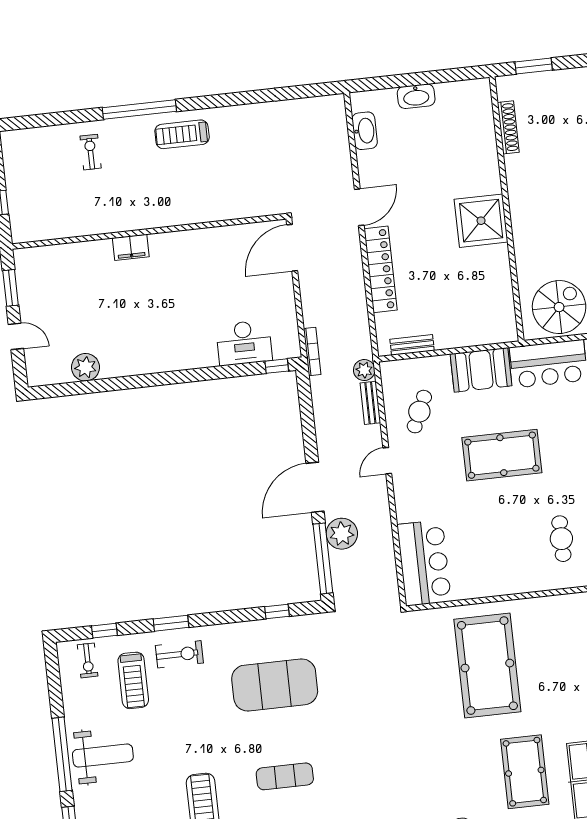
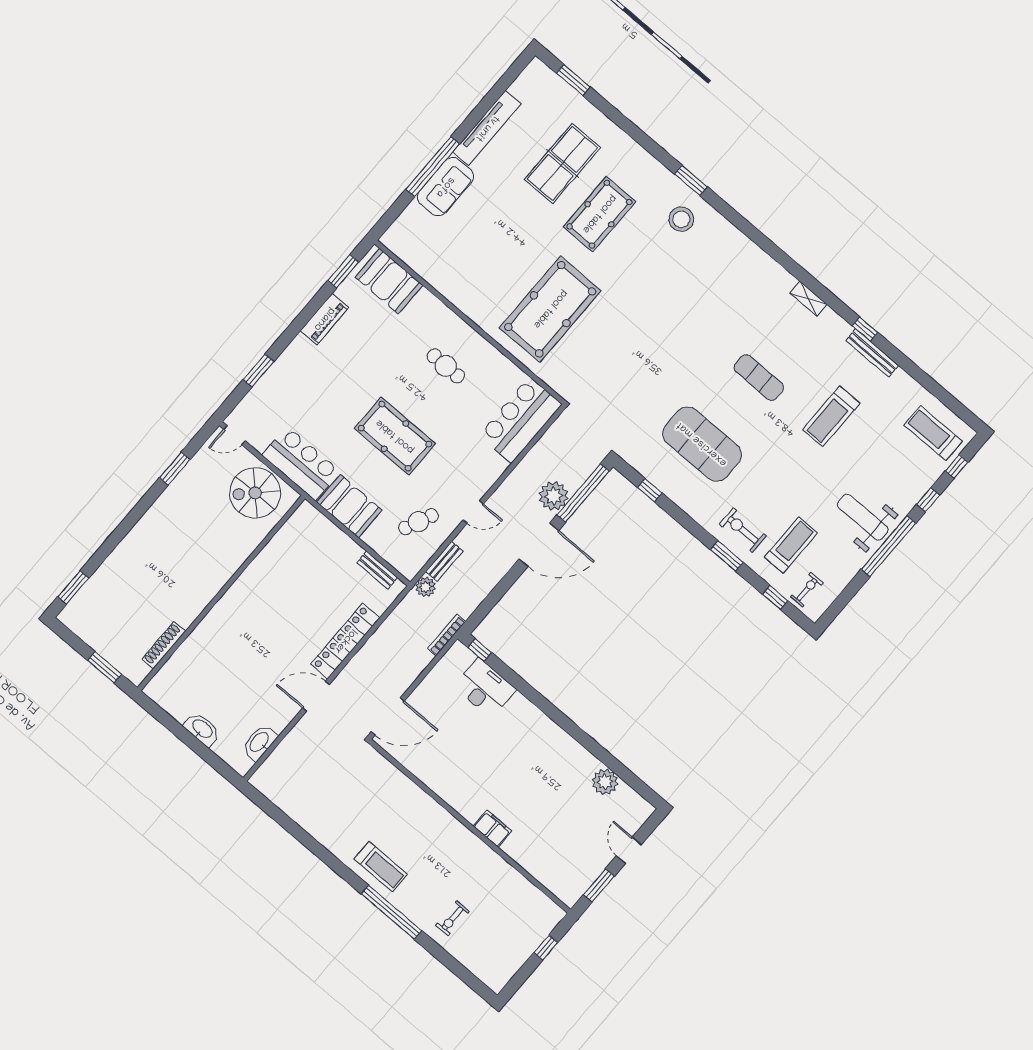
shower: (481, 221) -> (246, 603), removed
cafe table: (561, 539) -> (446, 366), moved, turned 90

